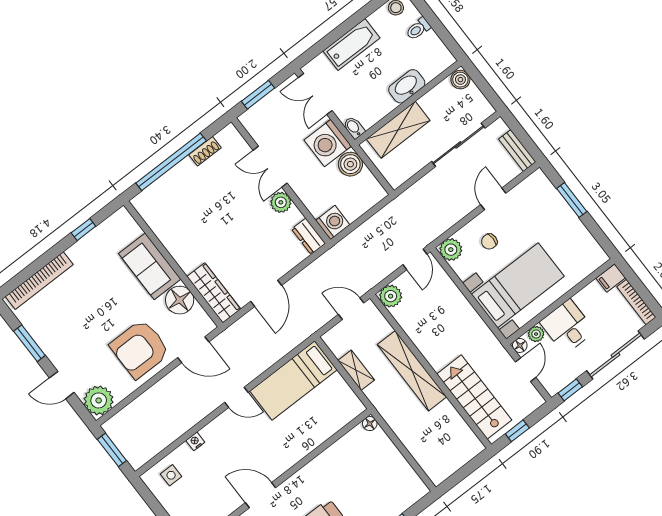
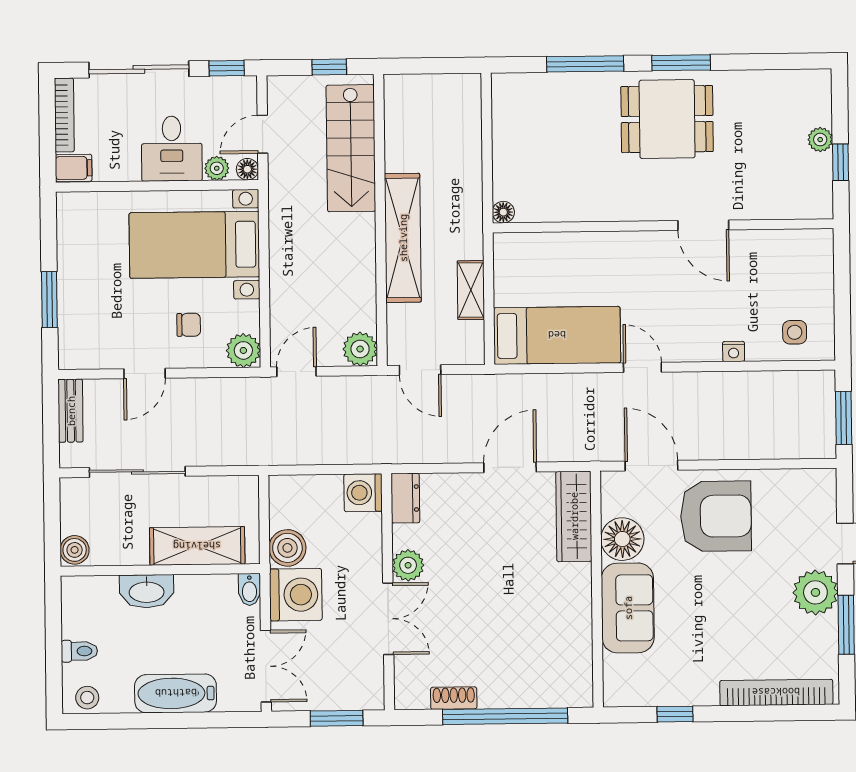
plant: (99, 400) -> (815, 592), moved

